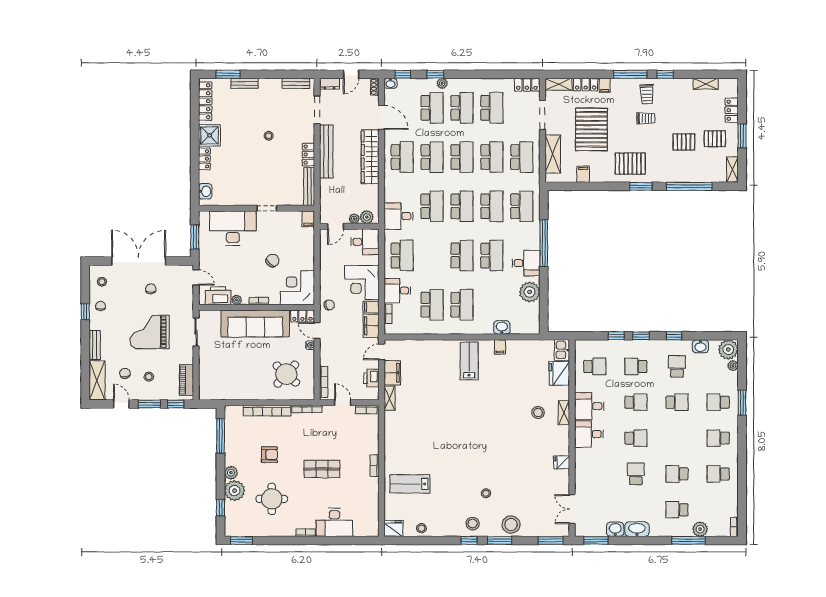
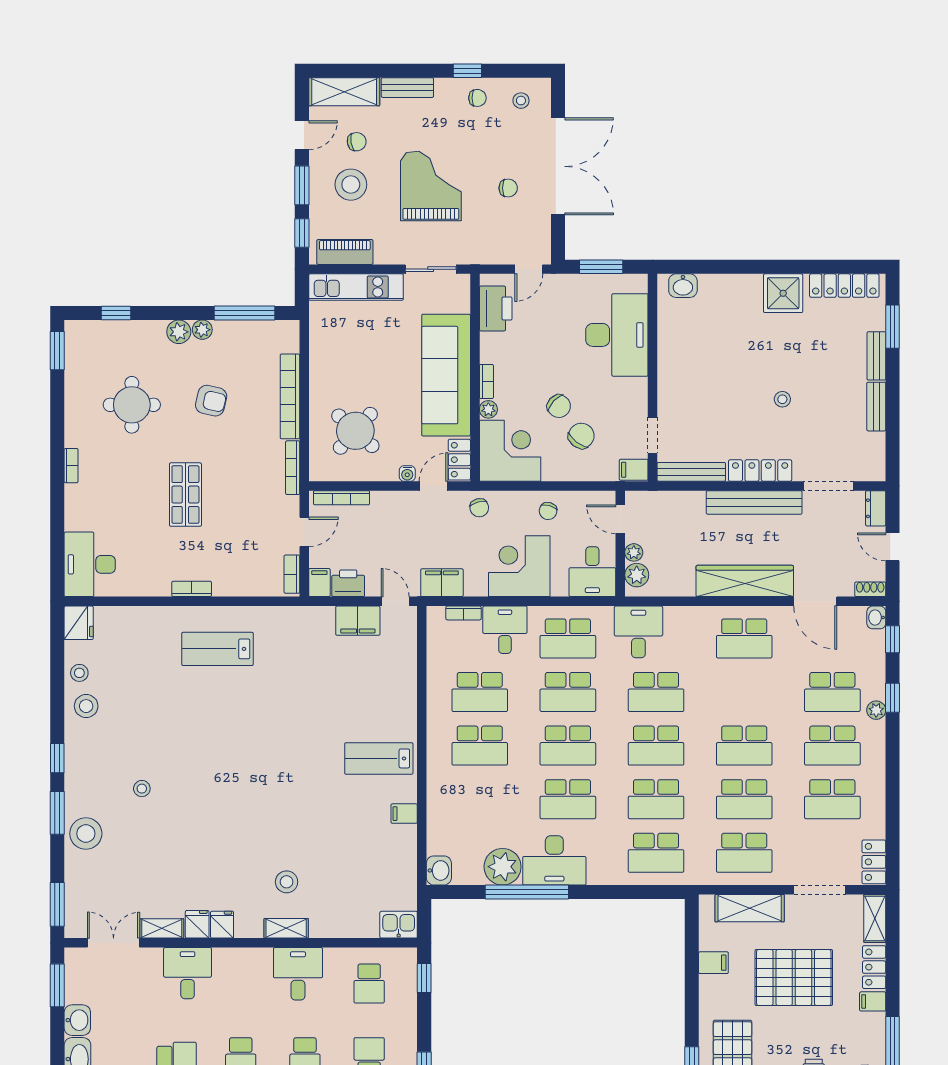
bench: (296, 83) -> (876, 407), moved
door: (381, 117) -> (815, 601), hinge flipped
locker: (308, 155) -> (760, 471), width x1.53
school desk: (432, 157) -> (568, 692), moved
locker: (204, 159) -> (741, 284), removed
doorway: (267, 208) -> (653, 435), moved
window: (544, 243) -> (527, 892), moved
chair: (289, 248) -> (581, 436), added
desk: (526, 263) -> (554, 860), width x1.37
chair: (331, 267) -> (548, 511), added
plant: (237, 300) -> (488, 409), moved
filing cabinet: (371, 307) -> (319, 583), moved
washbasin: (502, 328) -> (439, 870), moved
window: (616, 336) -> (424, 978), moved
lab bench: (469, 361) -> (379, 758), turned 180
fridge: (559, 373) -> (222, 925), moved, width x0.53, depth x0.75
kitchen unit: (206, 374) -> (356, 287), added
stool: (149, 377) -> (351, 185), width x1.89, depth x1.89
shelving: (390, 398) -> (162, 928), moved
desk: (589, 434) -> (188, 973), moved
armchair: (269, 455) -> (211, 401), turned -77
lab bench: (410, 484) -> (218, 649), moved, turned -90
plant: (235, 491) -> (202, 330), moved, width x0.53, depth x0.53
desk: (334, 522) -> (90, 564), moved
stool: (473, 524) -> (86, 706), moved

